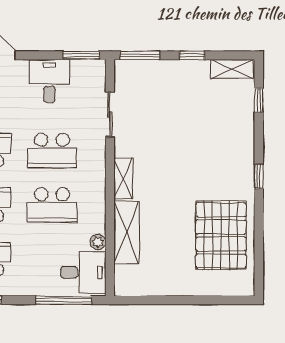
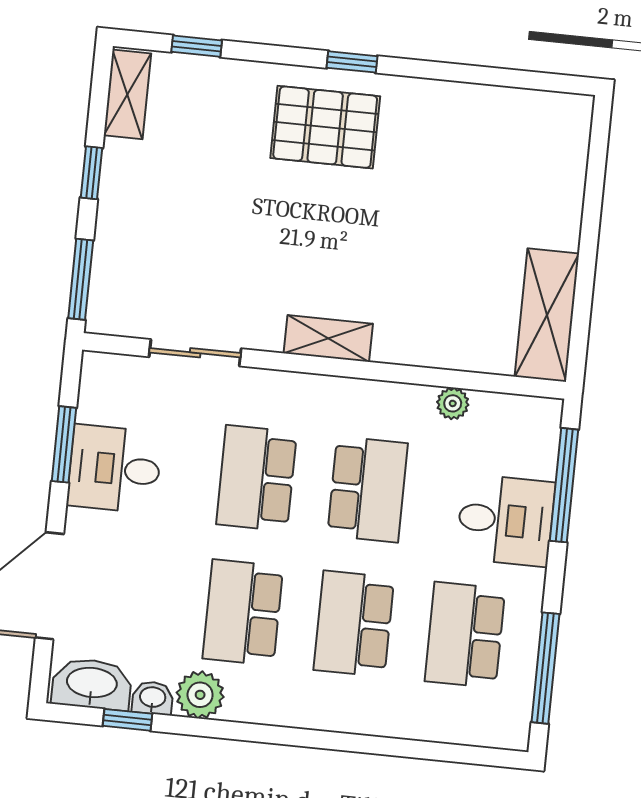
window: (81, 55) -> (64, 444), moved
school desk: (52, 151) -> (257, 478), turned 180
shelving: (127, 233) -> (547, 315), moved, turned 90
pallet: (221, 235) -> (325, 127), moved, width x0.73, depth x0.71
desk: (83, 272) -> (506, 520), moved, turned 90

